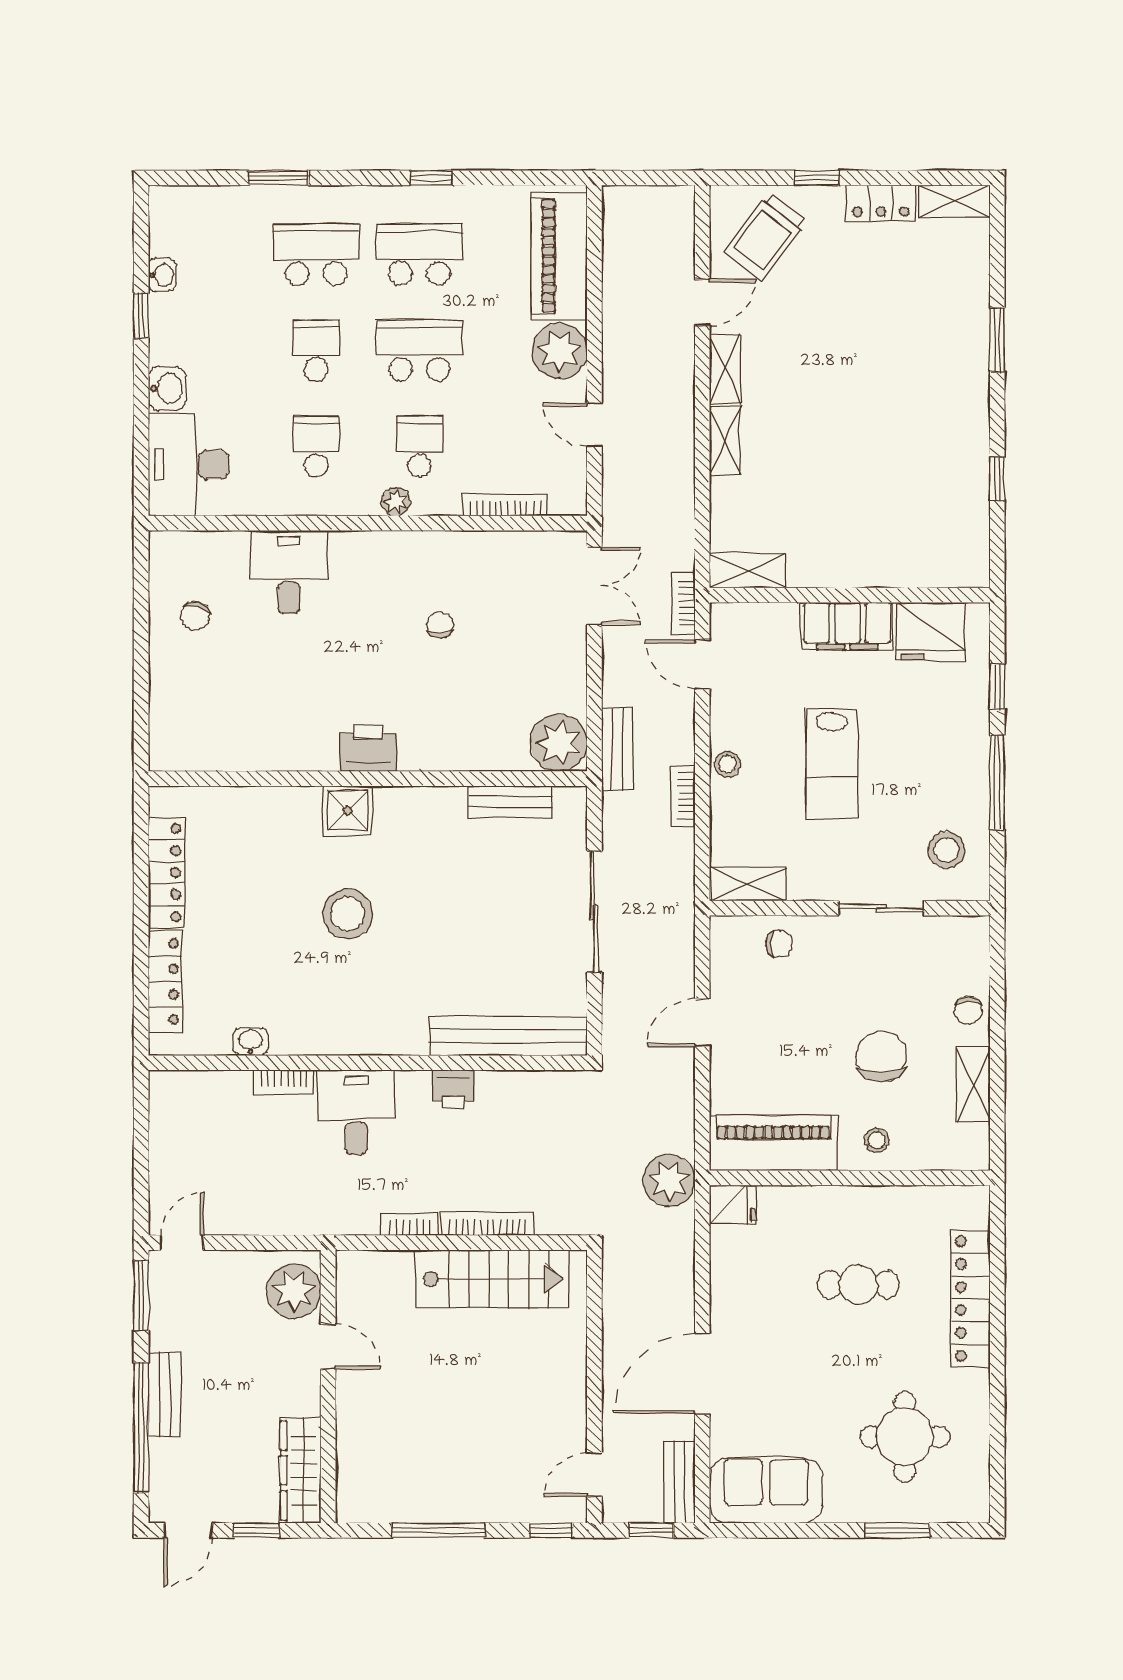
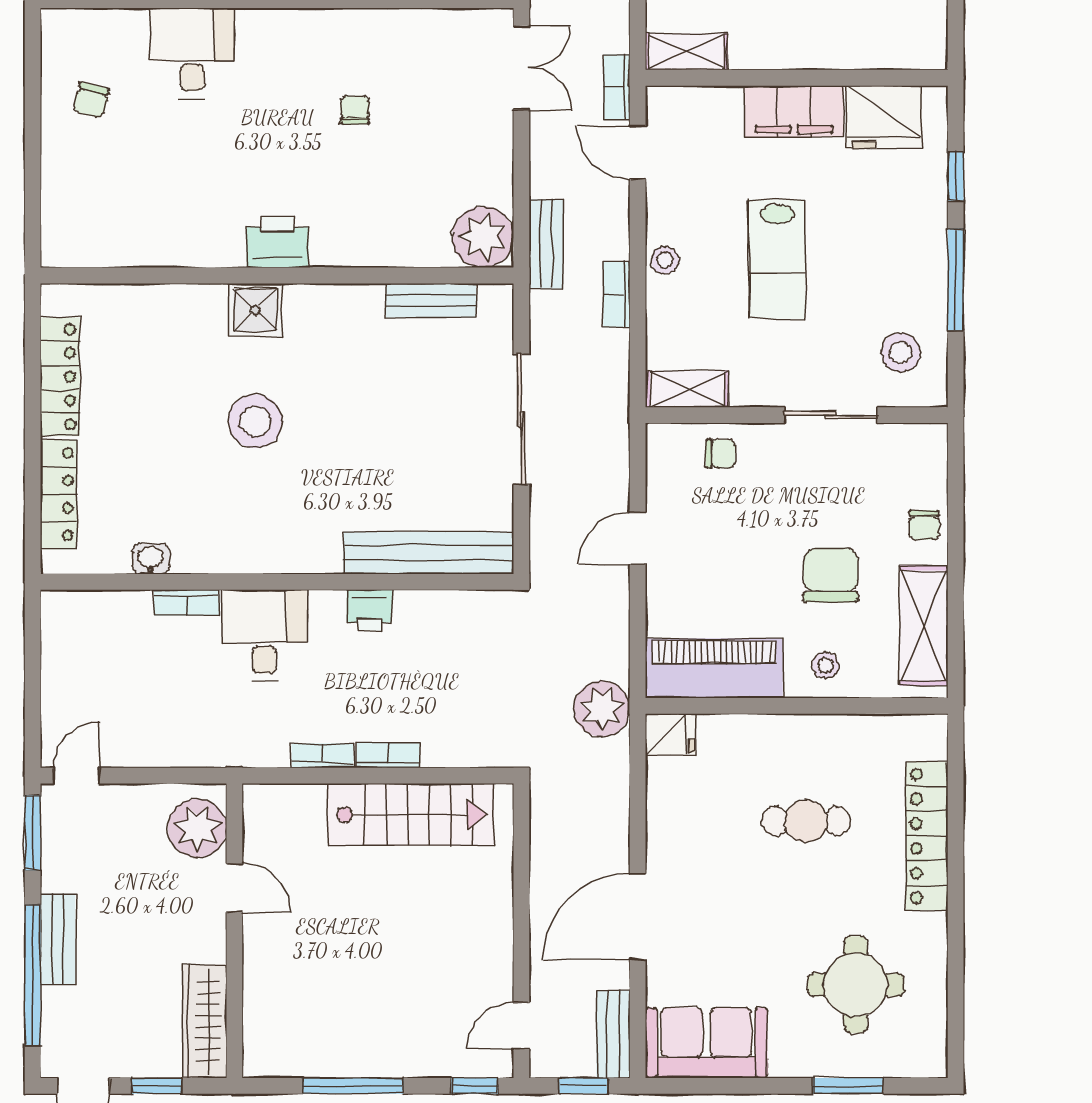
shelving: (973, 1085) -> (924, 626), width x1.50, depth x1.33
bookcase: (487, 1224) -> (388, 755), width x0.64

